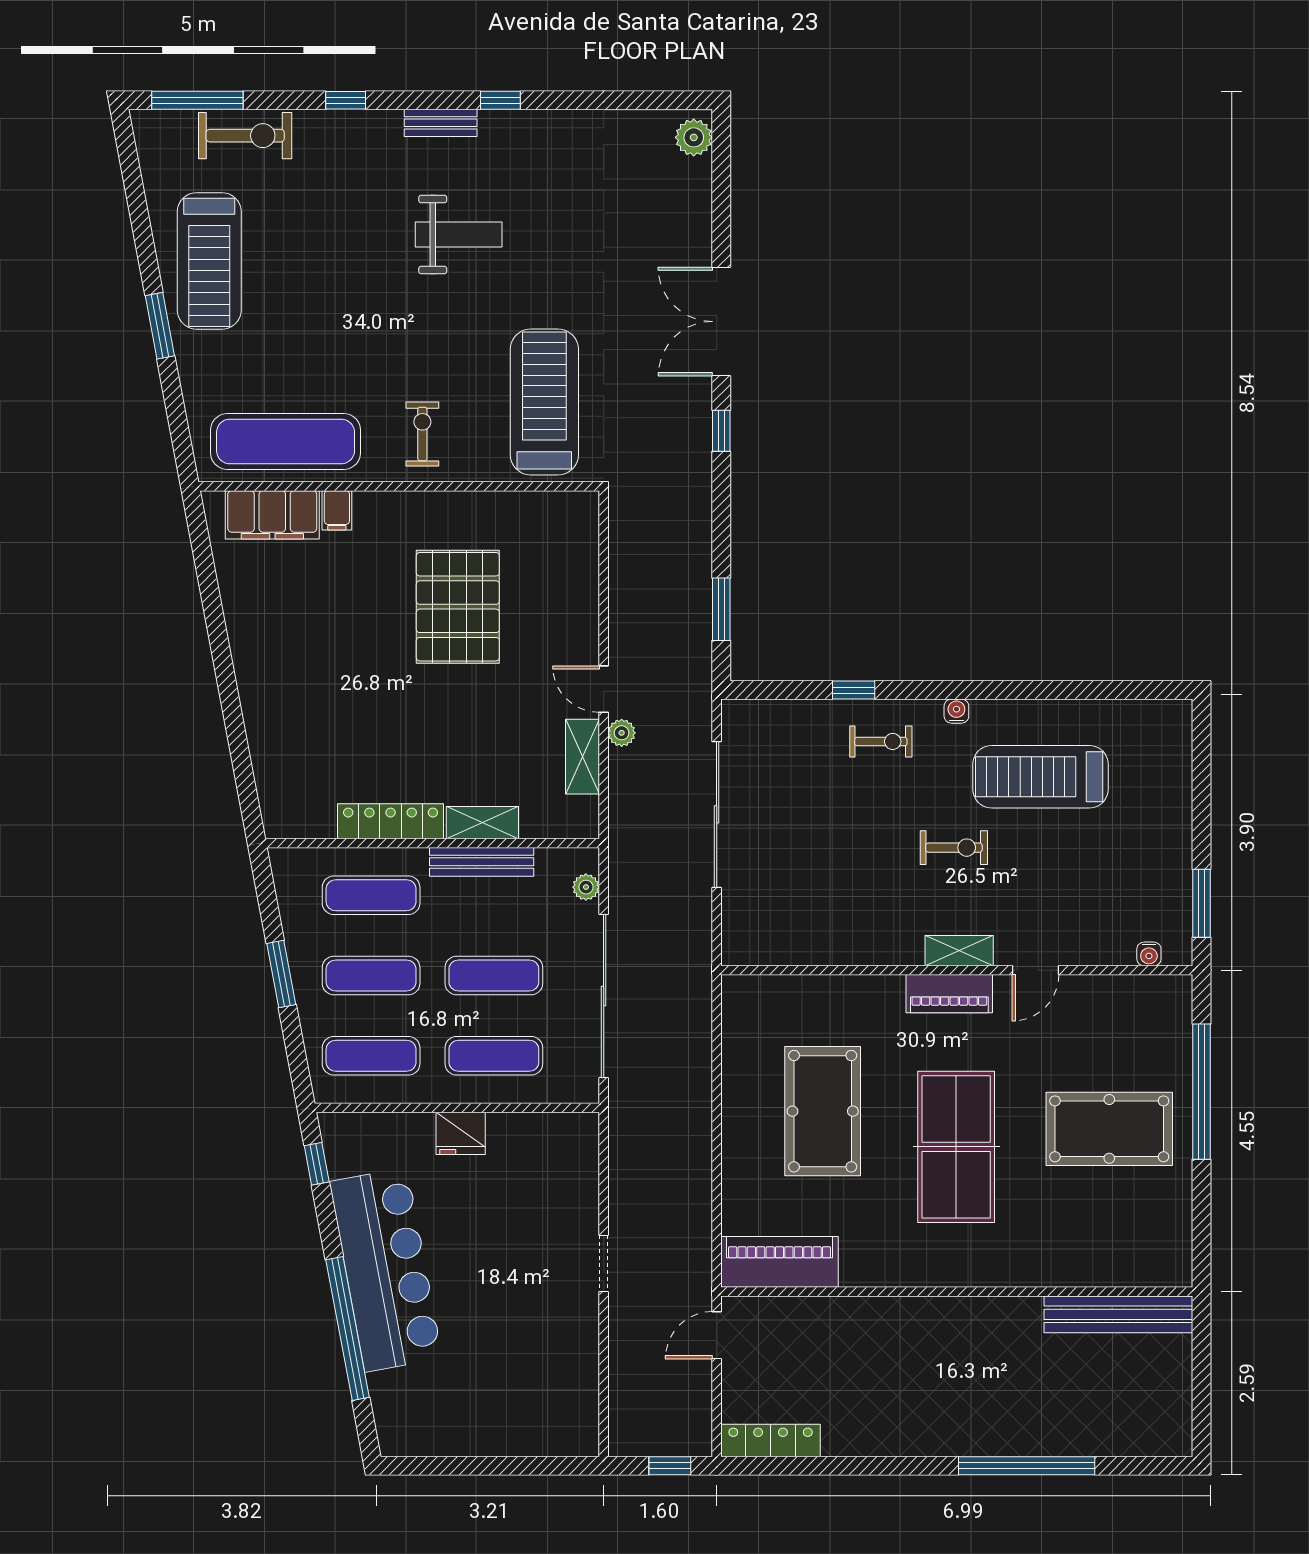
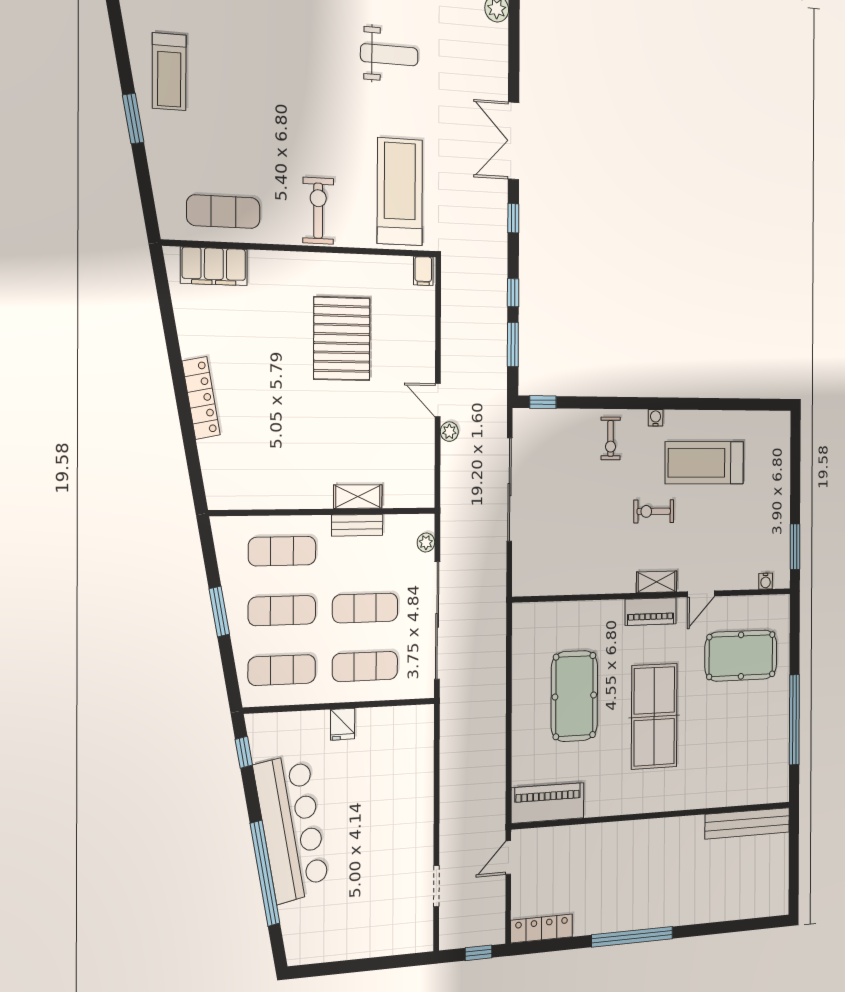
weight bench: (459, 235) -> (389, 55), moved
treadmill: (209, 261) -> (169, 72), width x0.73, depth x0.73
exercise bike: (422, 434) -> (318, 211), width x1.38, depth x1.39
exercise mat: (286, 441) -> (223, 212), width x0.73, depth x0.69
filing cabinet: (337, 510) -> (423, 271), moved
window: (721, 536) -> (513, 293), added
window: (854, 690) -> (543, 402), moved
exercise bike: (881, 741) -> (611, 438), turned 90
shelving: (582, 757) -> (424, 449), removed
locker: (391, 821) -> (201, 398), moved, turned 79
exercise bike: (954, 848) -> (654, 511), turned 180
bench: (482, 862) -> (357, 525), width x0.73
window: (1202, 1092) -> (794, 720), moved
pool table: (1109, 1129) -> (741, 656), moved
fridge: (461, 1133) -> (343, 724), width x0.72
doorway: (604, 1264) -> (436, 886), moved
window: (1027, 1466) -> (632, 937), moved

